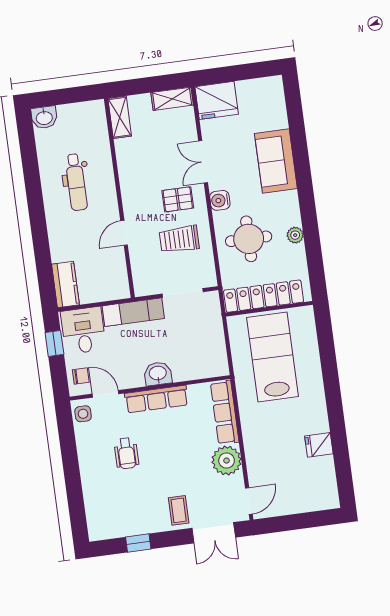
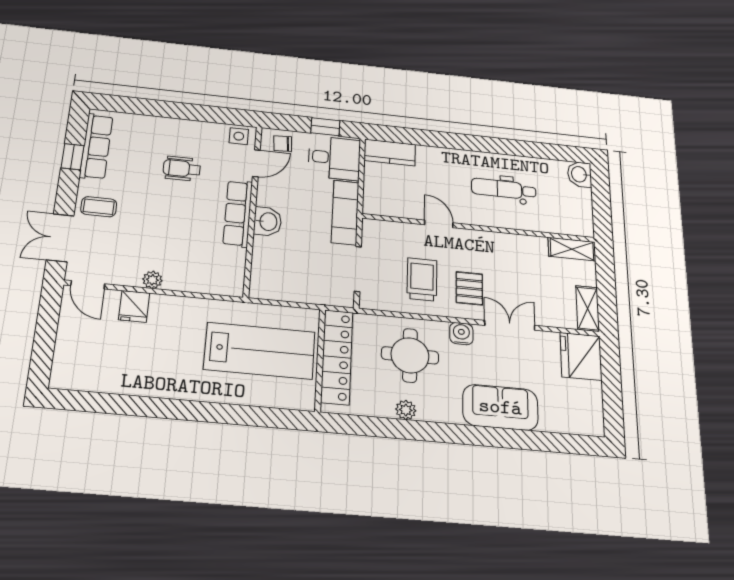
chair: (81, 376) -> (283, 144), turned 86
row of seats: (225, 412) -> (96, 146), moved, turned 90
fridge: (319, 445) -> (134, 306), moved, turned 180
plant: (227, 461) -> (152, 280), width x0.53, depth x0.53

